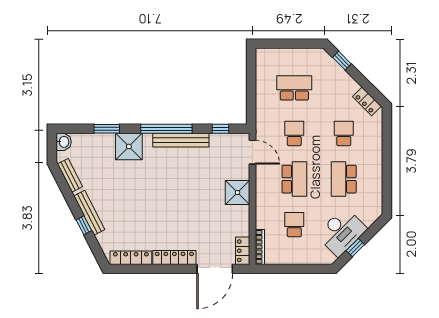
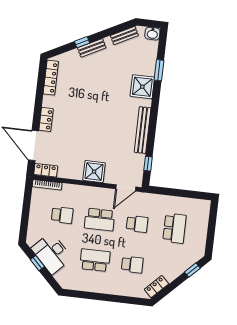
window: (166, 129) -> (153, 119), removed
bench: (89, 213) -> (92, 48), width x0.73
locker: (174, 257) -> (46, 119), width x0.66

